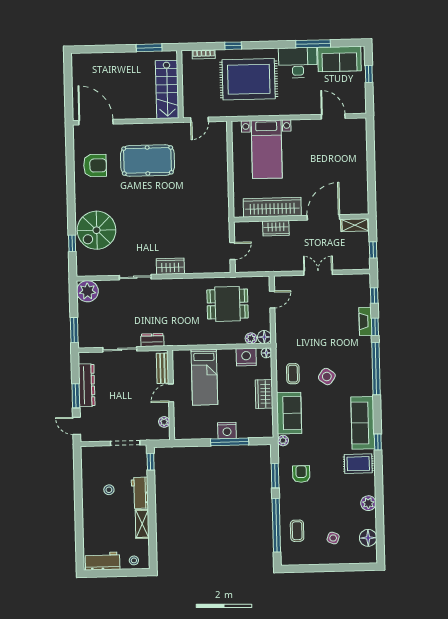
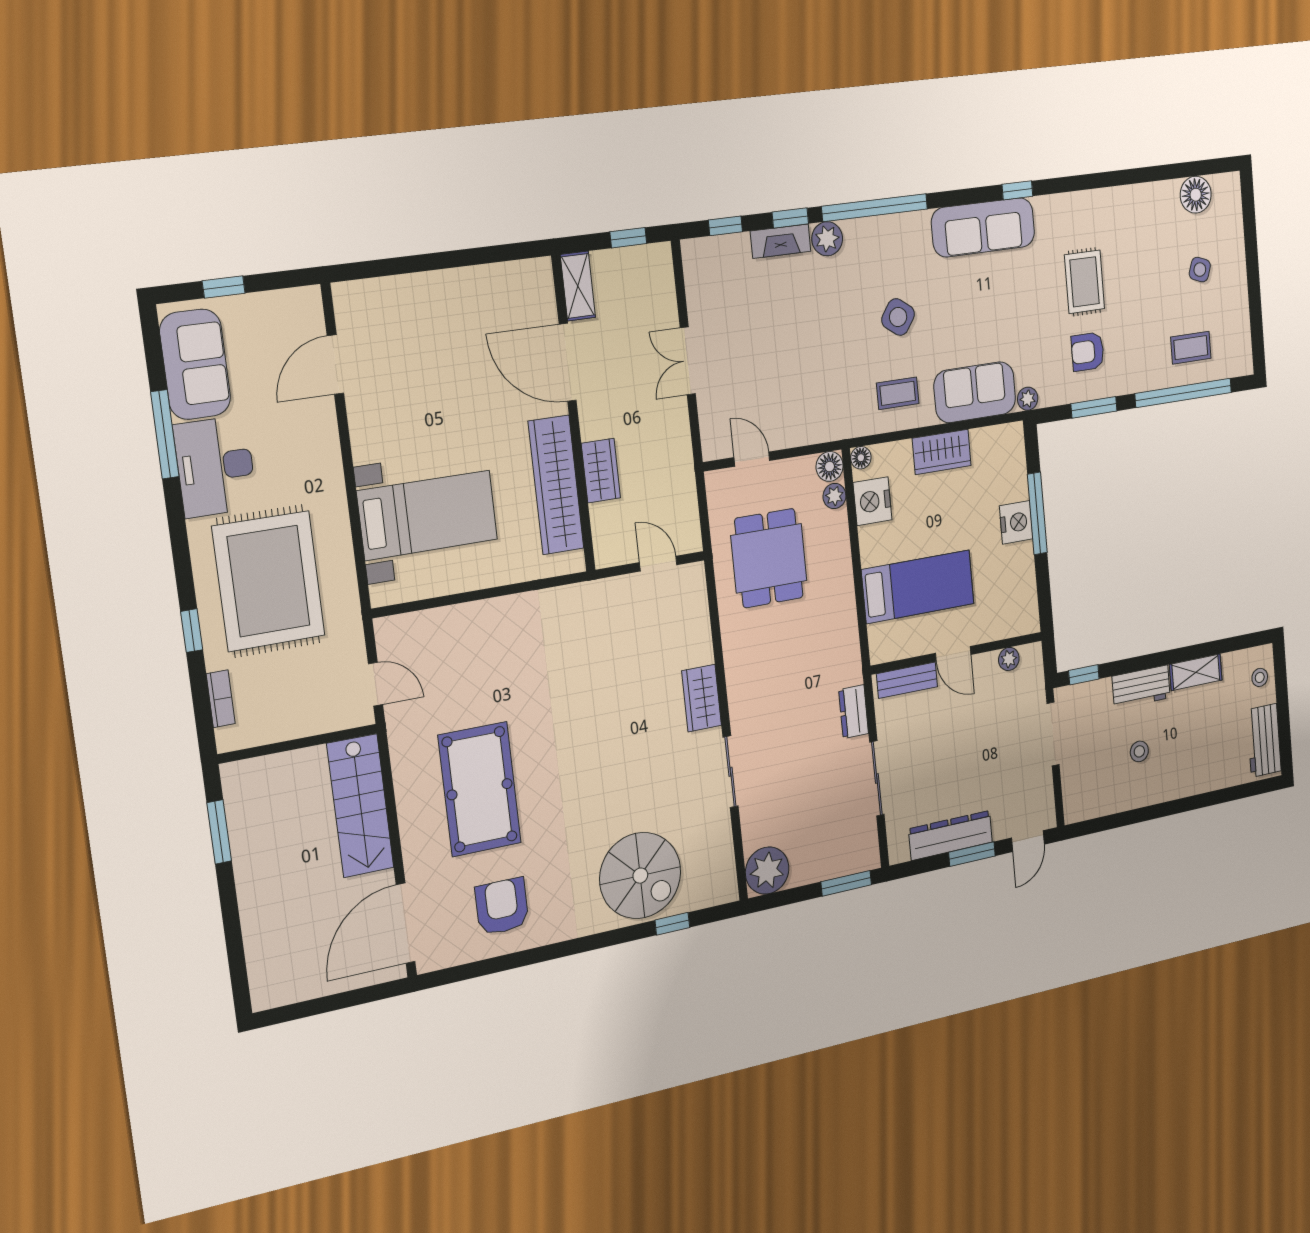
stairs: (167, 89) -> (360, 806), moved, turned 90
rug: (358, 464) -> (1084, 282), moved
plant: (368, 503) -> (827, 239), moved

